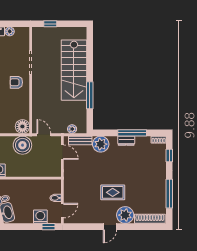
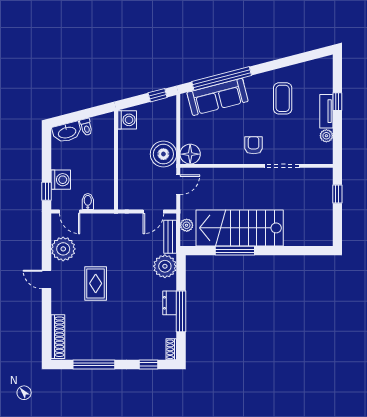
stairs: (74, 70) -> (240, 228), moved
plant: (125, 215) -> (63, 249), moved

